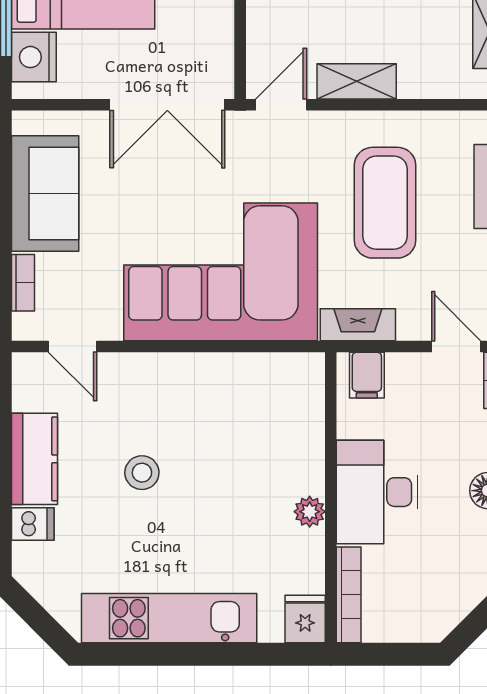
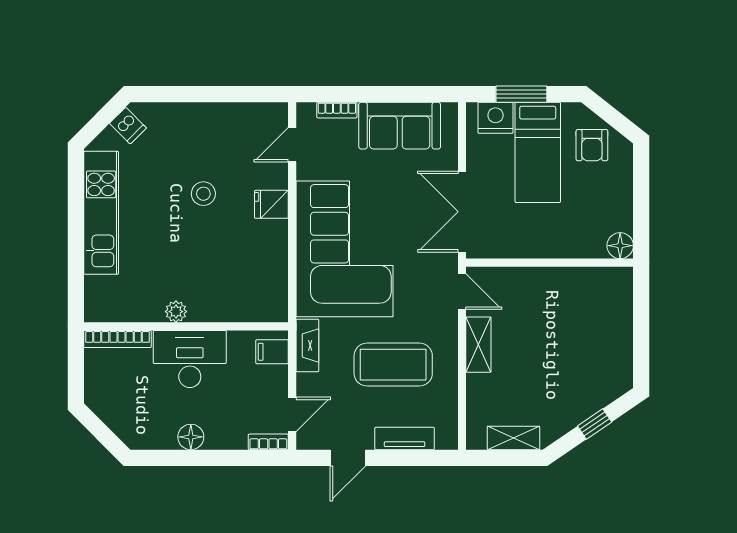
kitchen counter: (35, 459) -> (213, 118), removed
dishwasher: (33, 524) -> (128, 126), moved, turned -45
fridge: (305, 619) -> (271, 204), moved, turned 180

